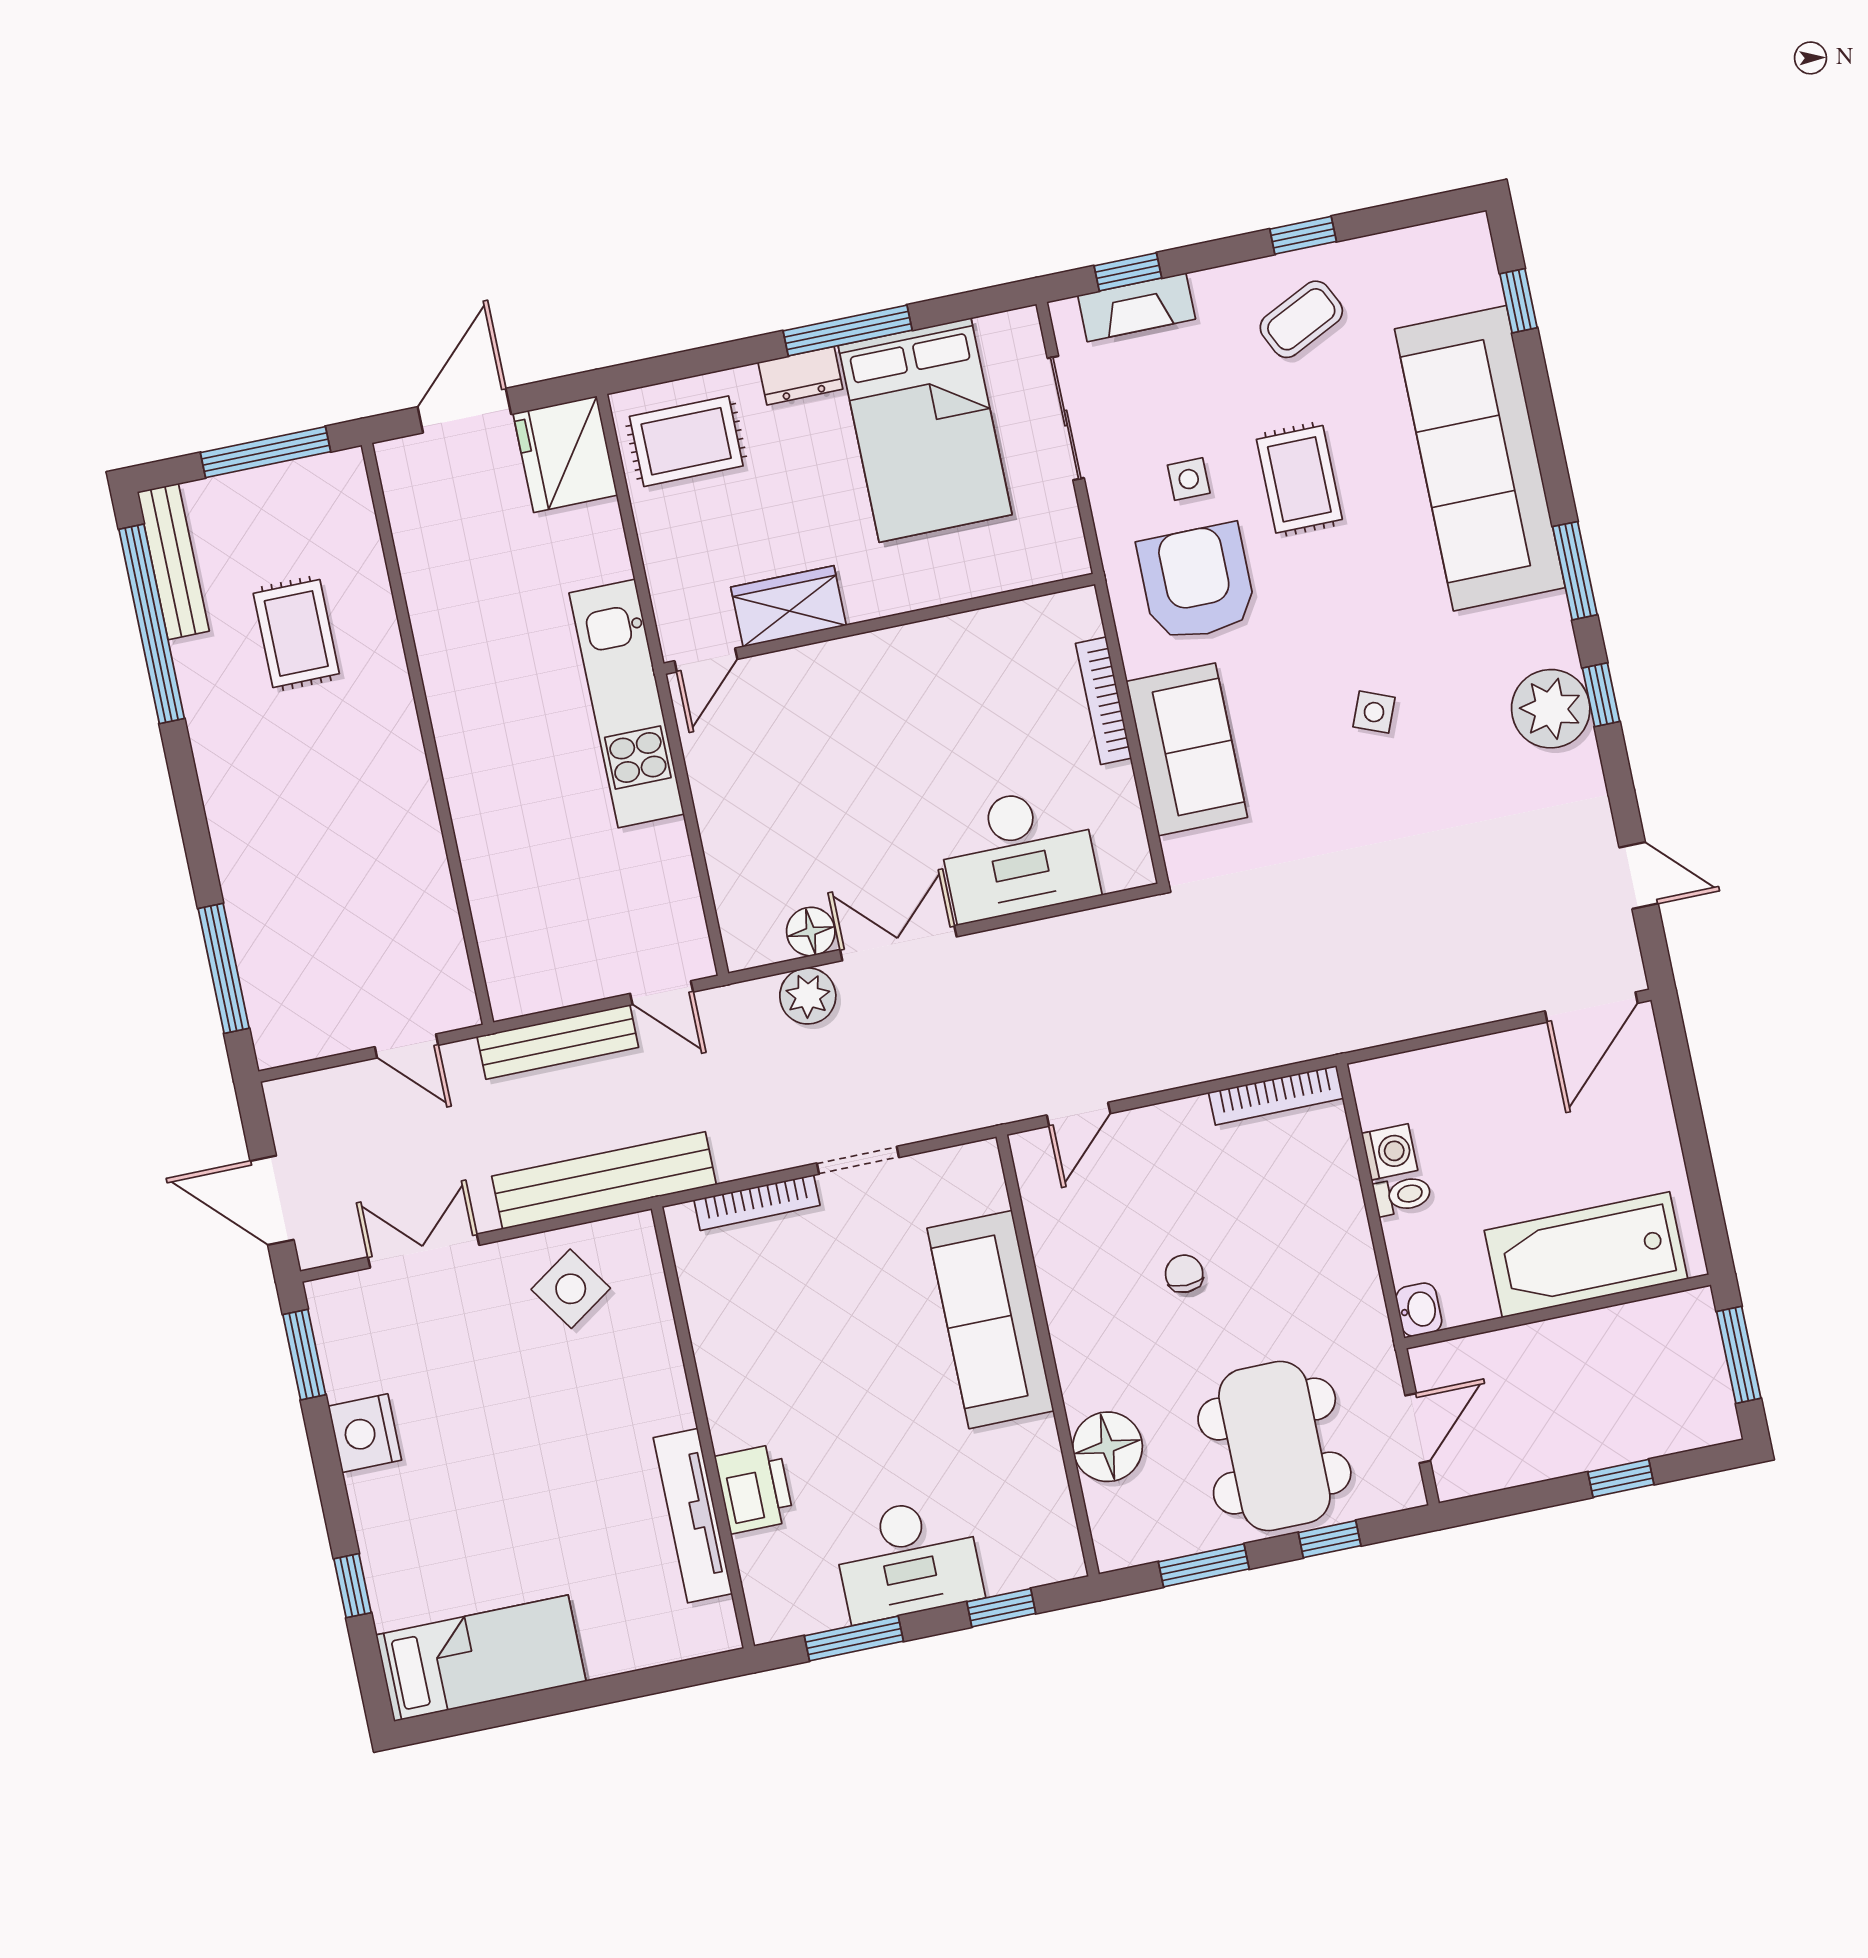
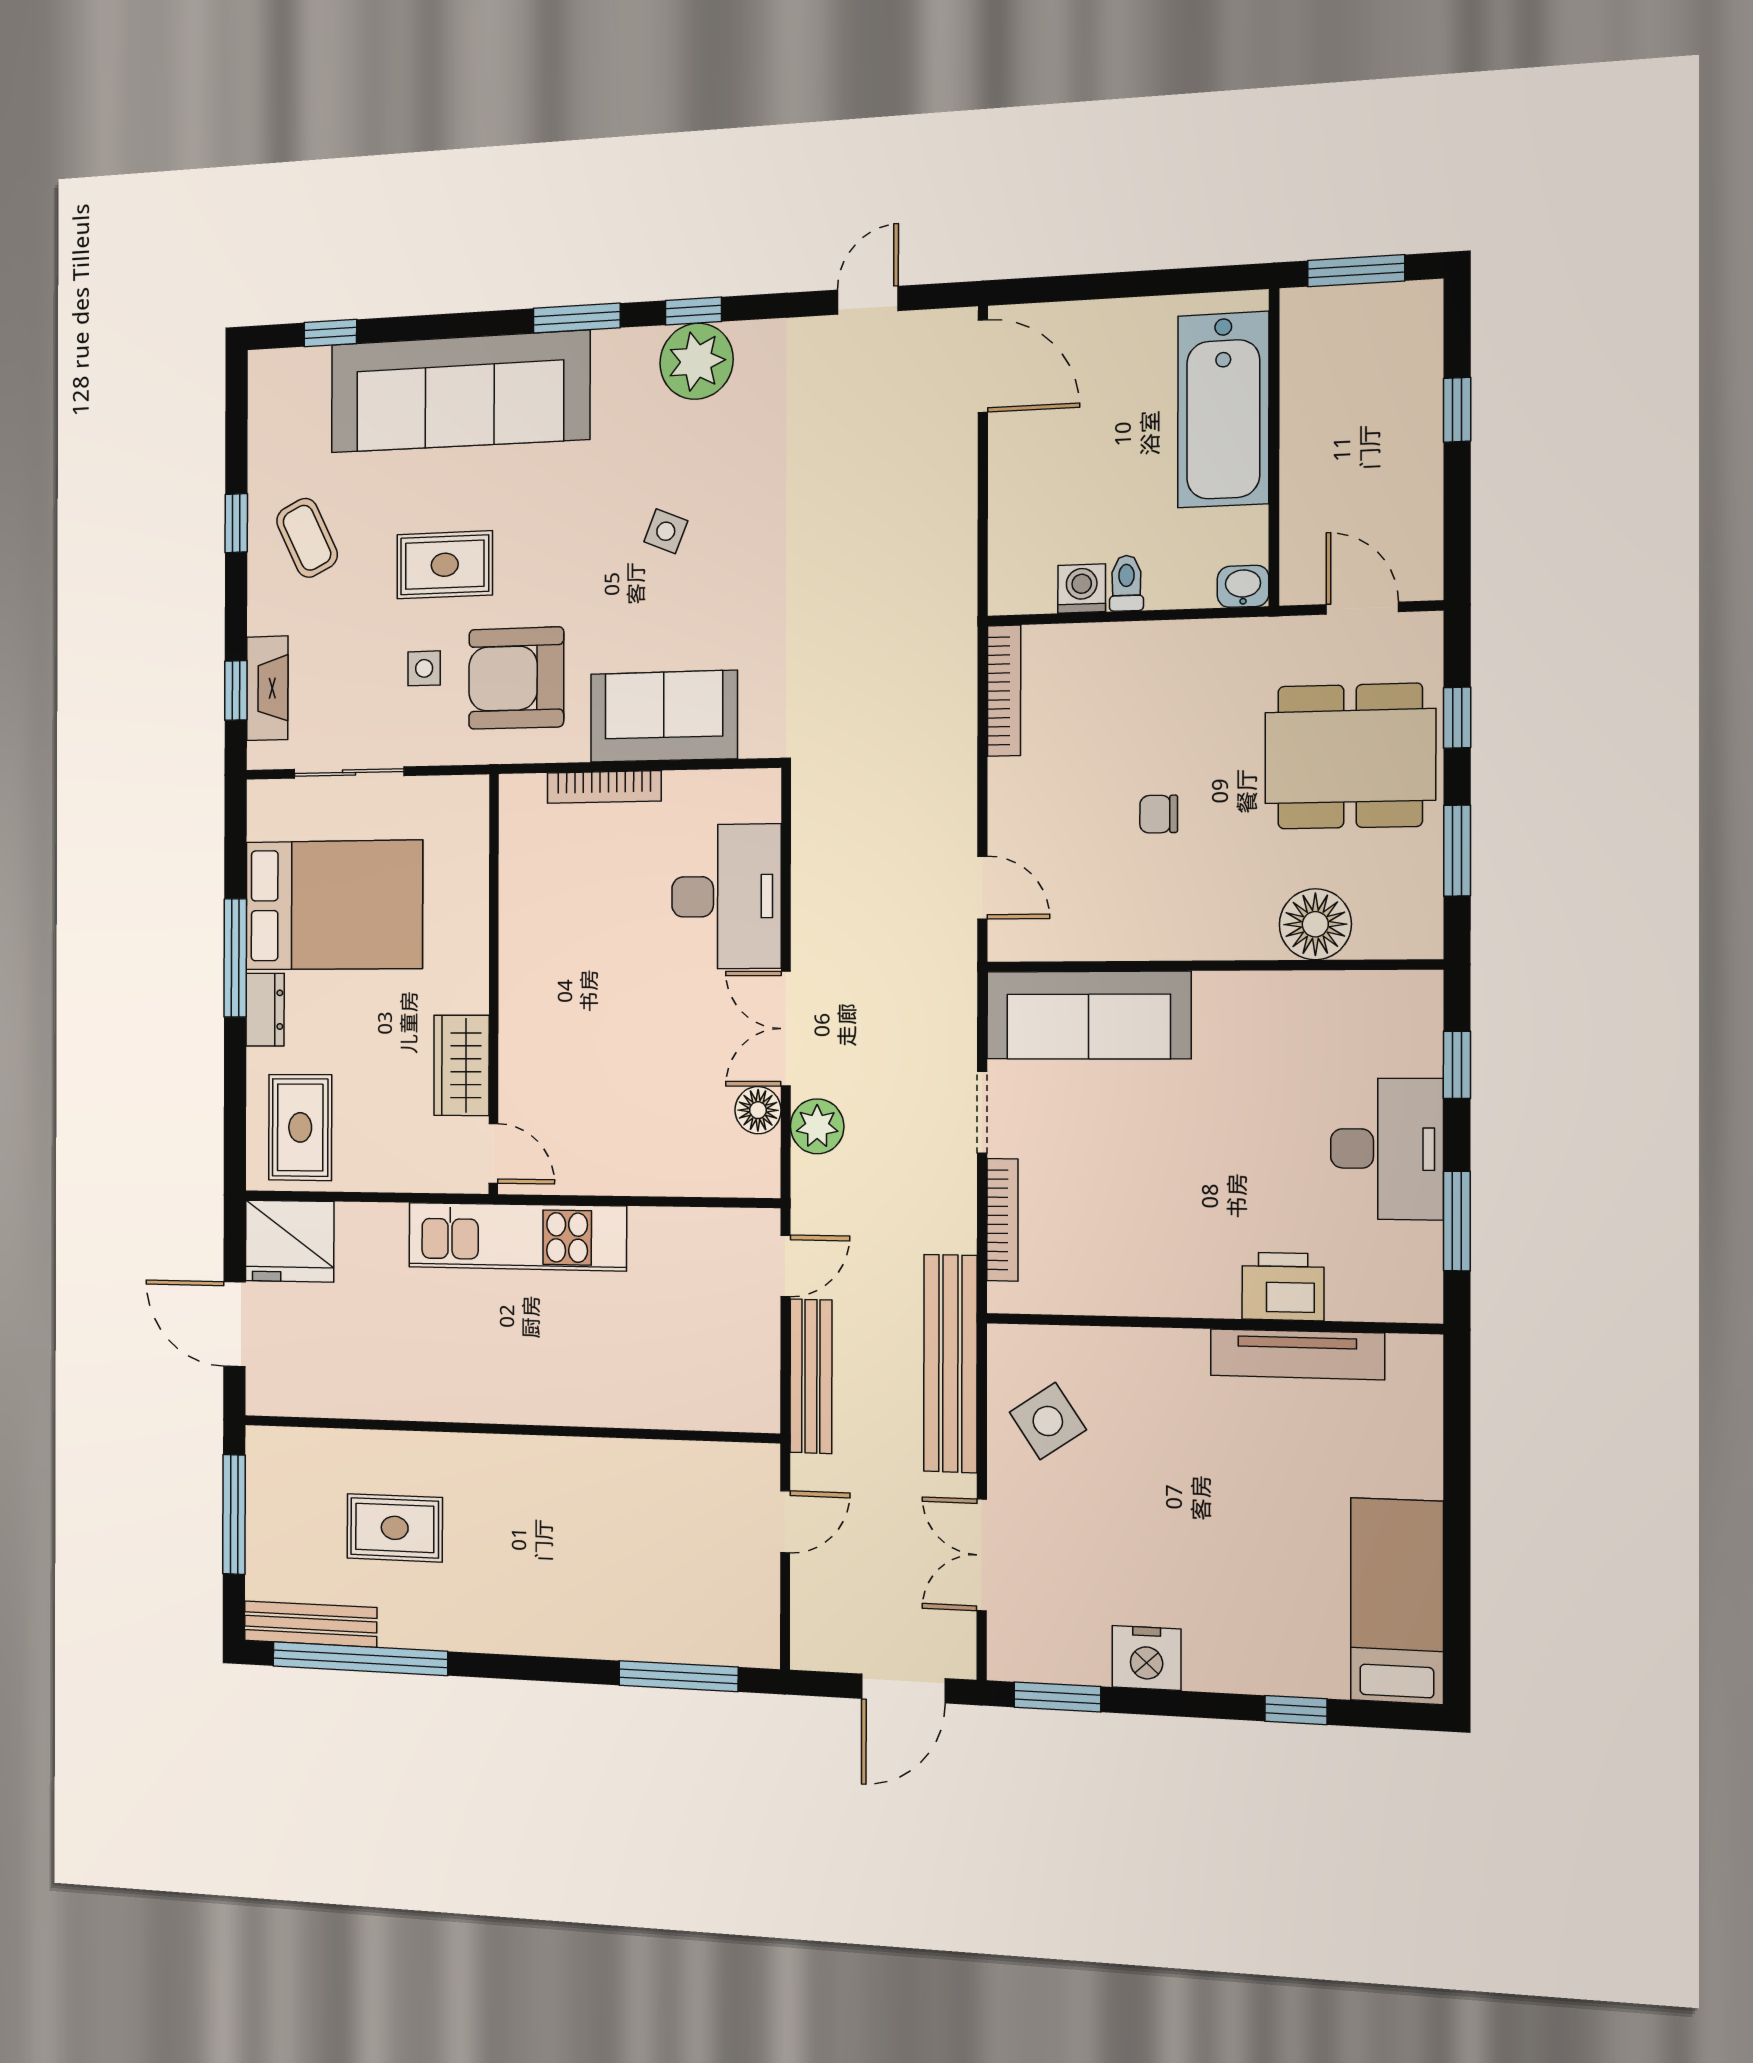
sofa: (991, 1320) -> (1088, 1015), moved

